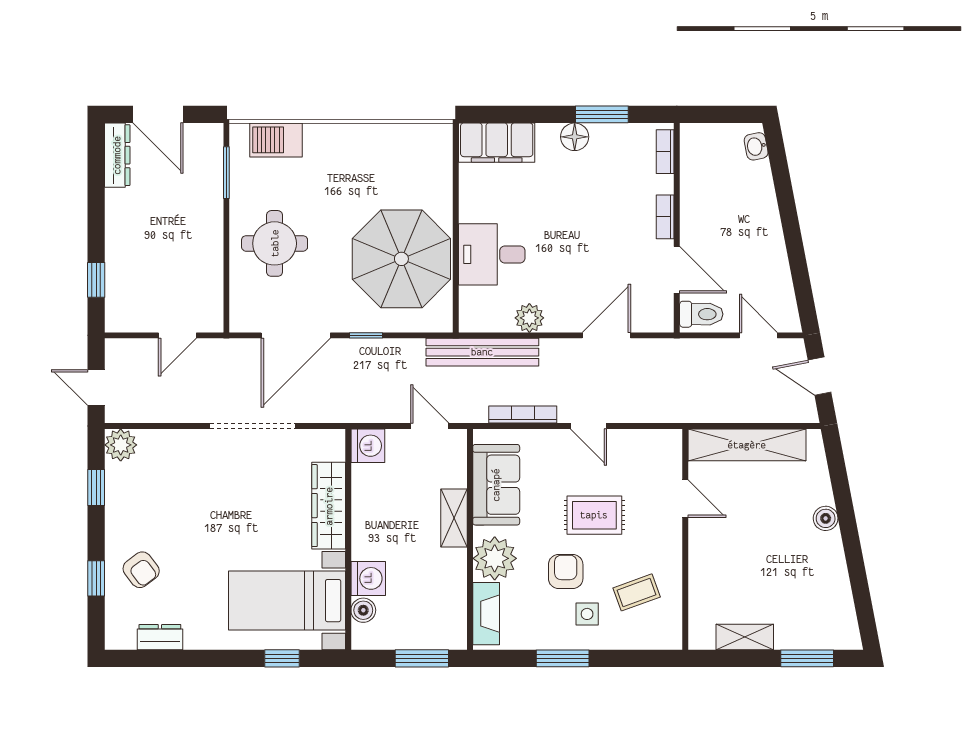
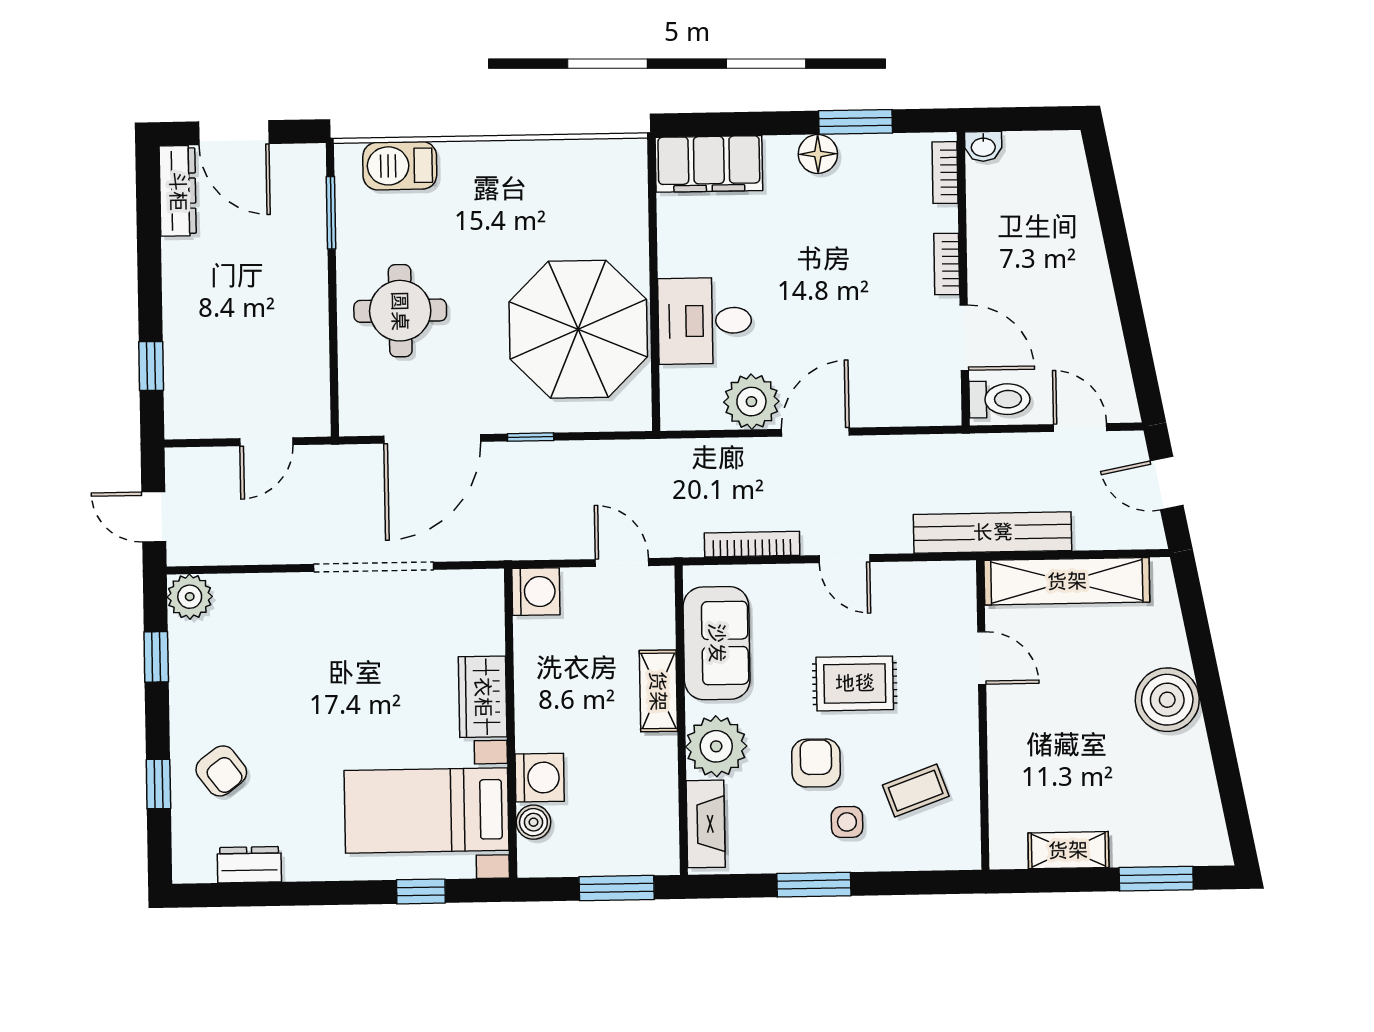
washbasin: (756, 146) -> (983, 146), moved, turned -79
plant: (529, 318) -> (751, 402), width x1.36, depth x1.36
door: (606, 335) -> (815, 432), moved
bench: (482, 352) -> (993, 532), moved
wardrobe: (329, 506) -> (483, 697), width x0.67
boiler: (826, 518) -> (1167, 700), width x1.86, depth x1.86

